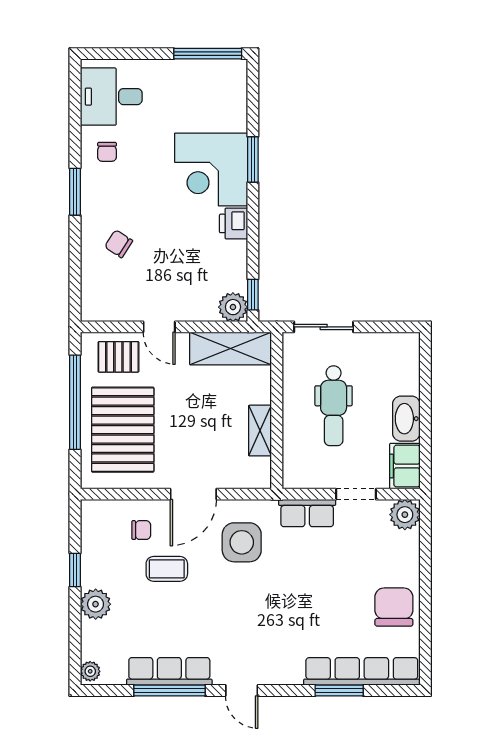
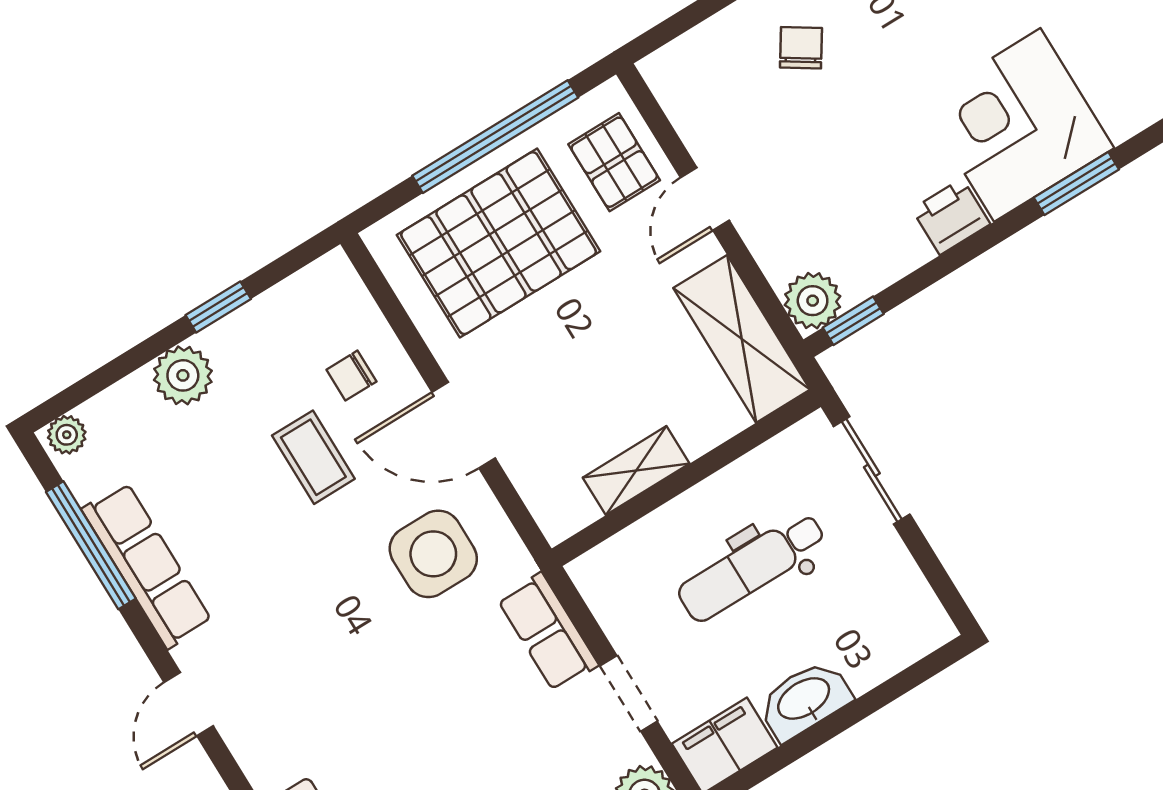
chair: (141, 530) -> (351, 376), turned 90
window: (170, 691) -> (91, 545), moved

